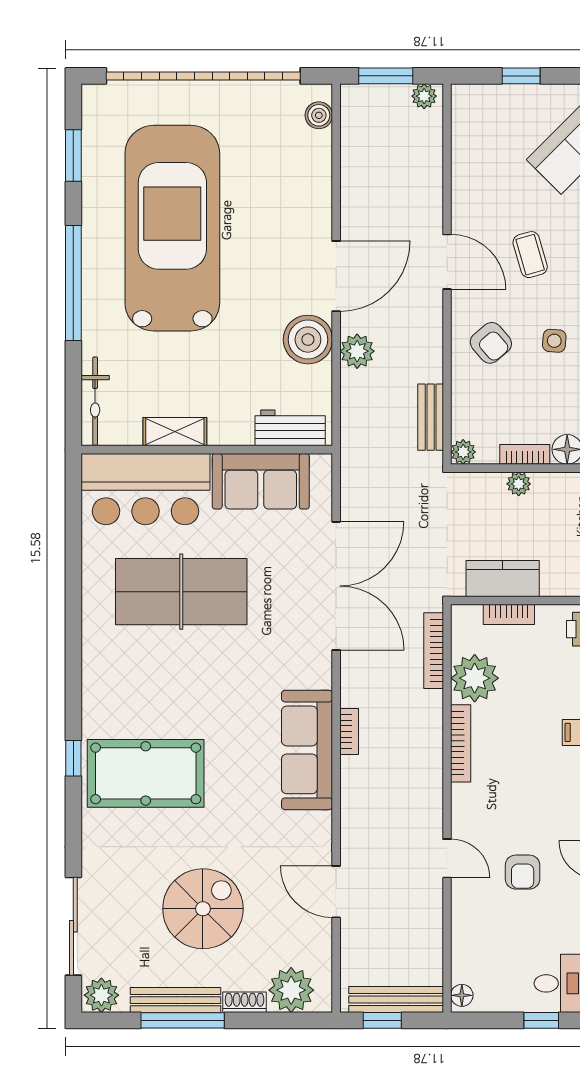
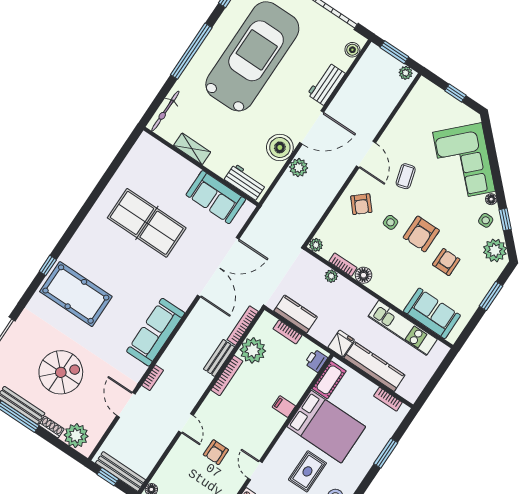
workbench: (314, 195) -> (326, 84), added
bench: (431, 417) -> (219, 358), moved
bar counter: (145, 489) -> (162, 166), removed
bookcase: (349, 732) -> (153, 378), moved

